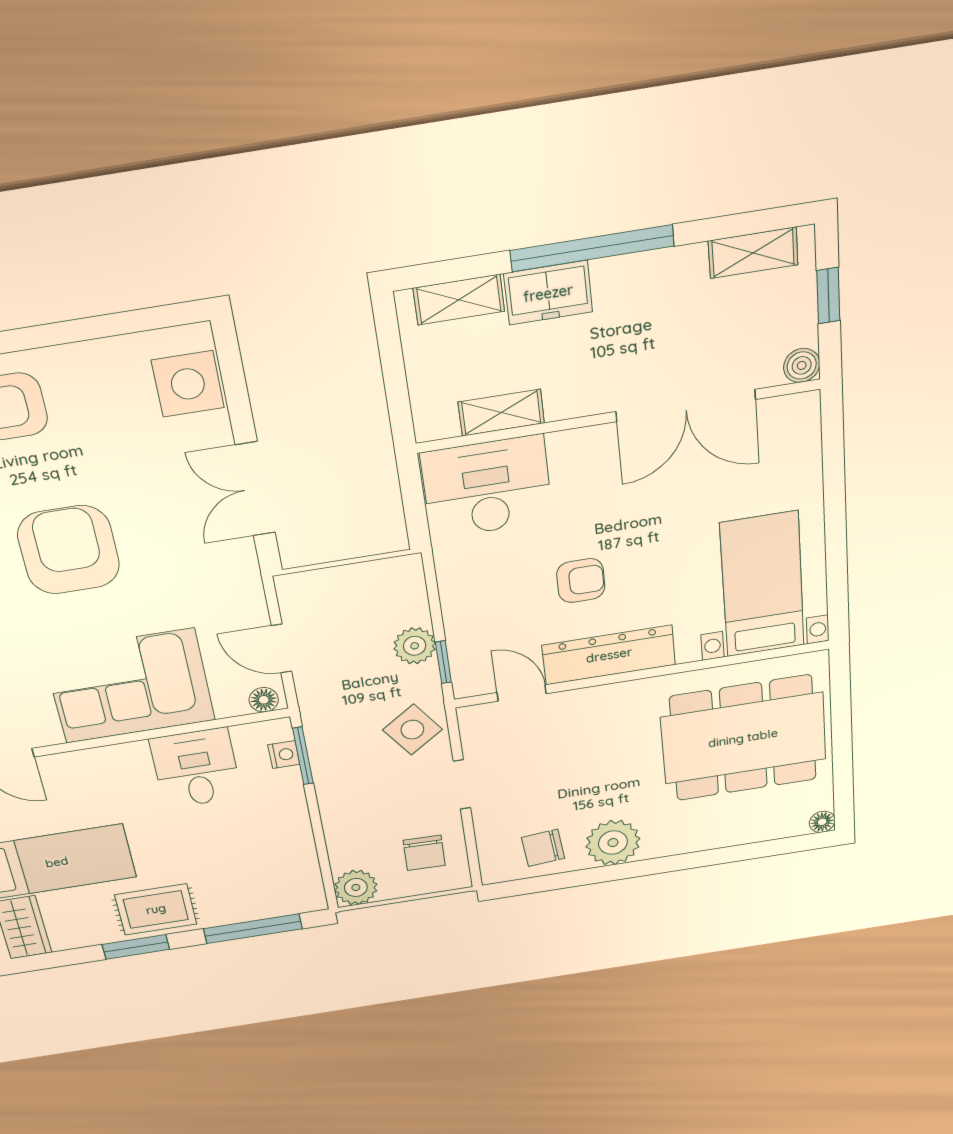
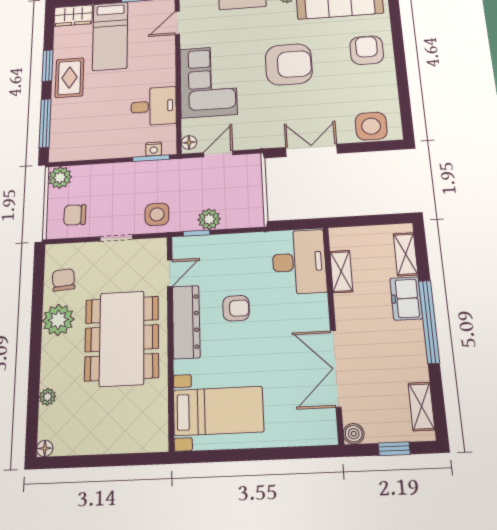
armchair: (581, 581) -> (236, 308), turned -90
side table: (412, 730) -> (157, 214), turned 35
dining table: (743, 738) -> (122, 338), moved
plant: (741, 834) -> (47, 397), added

